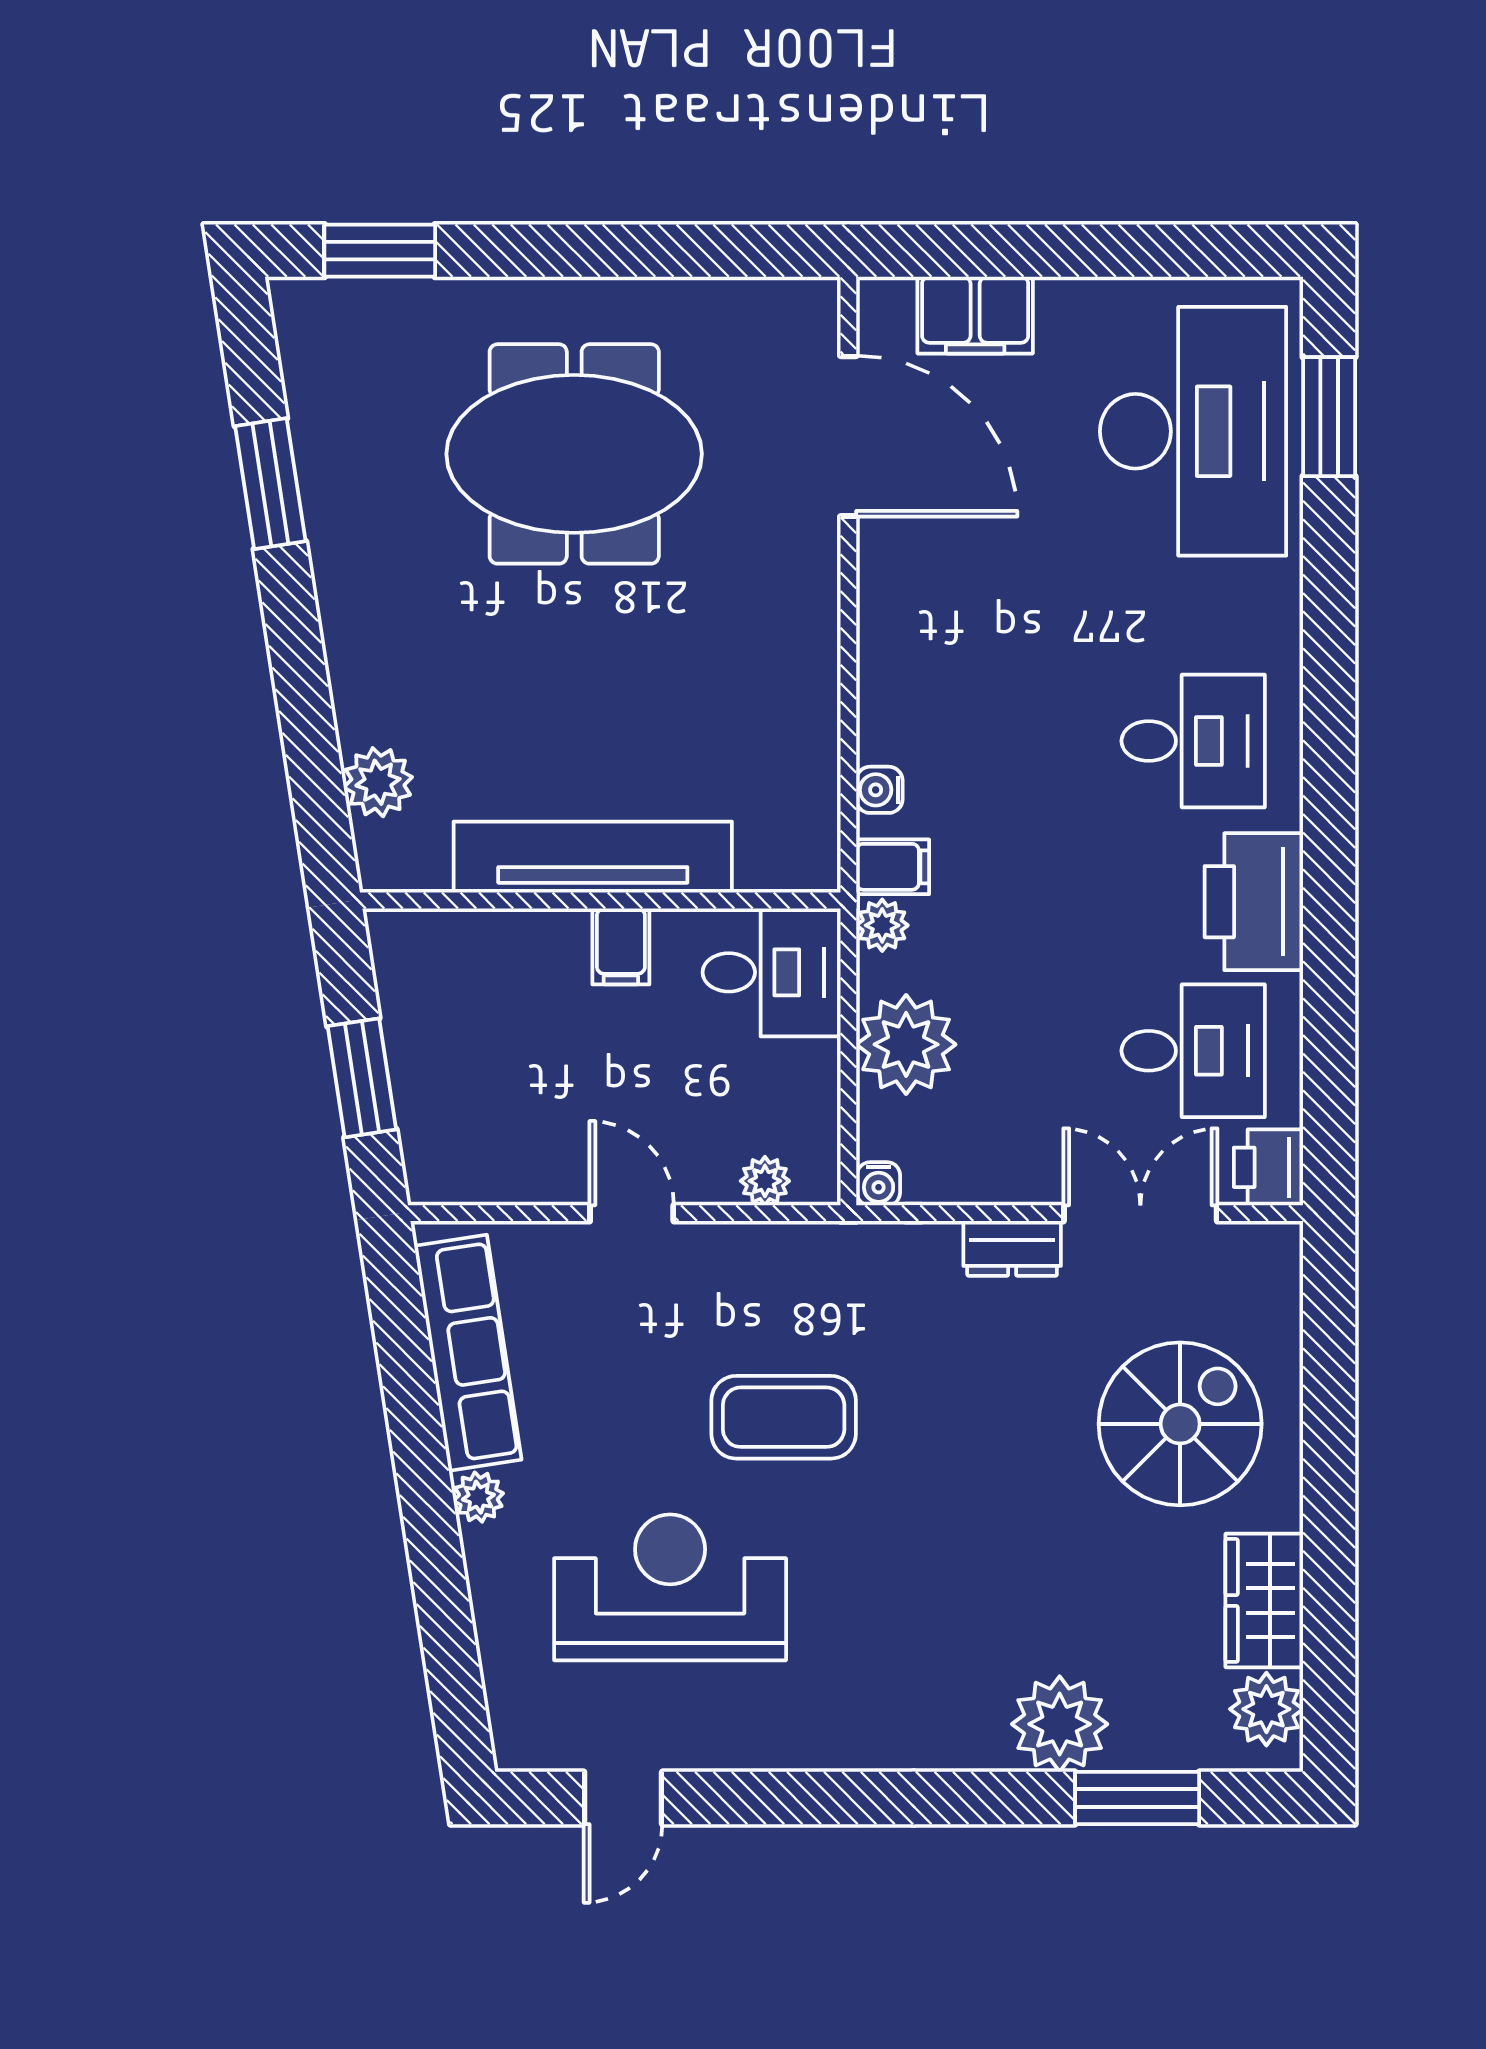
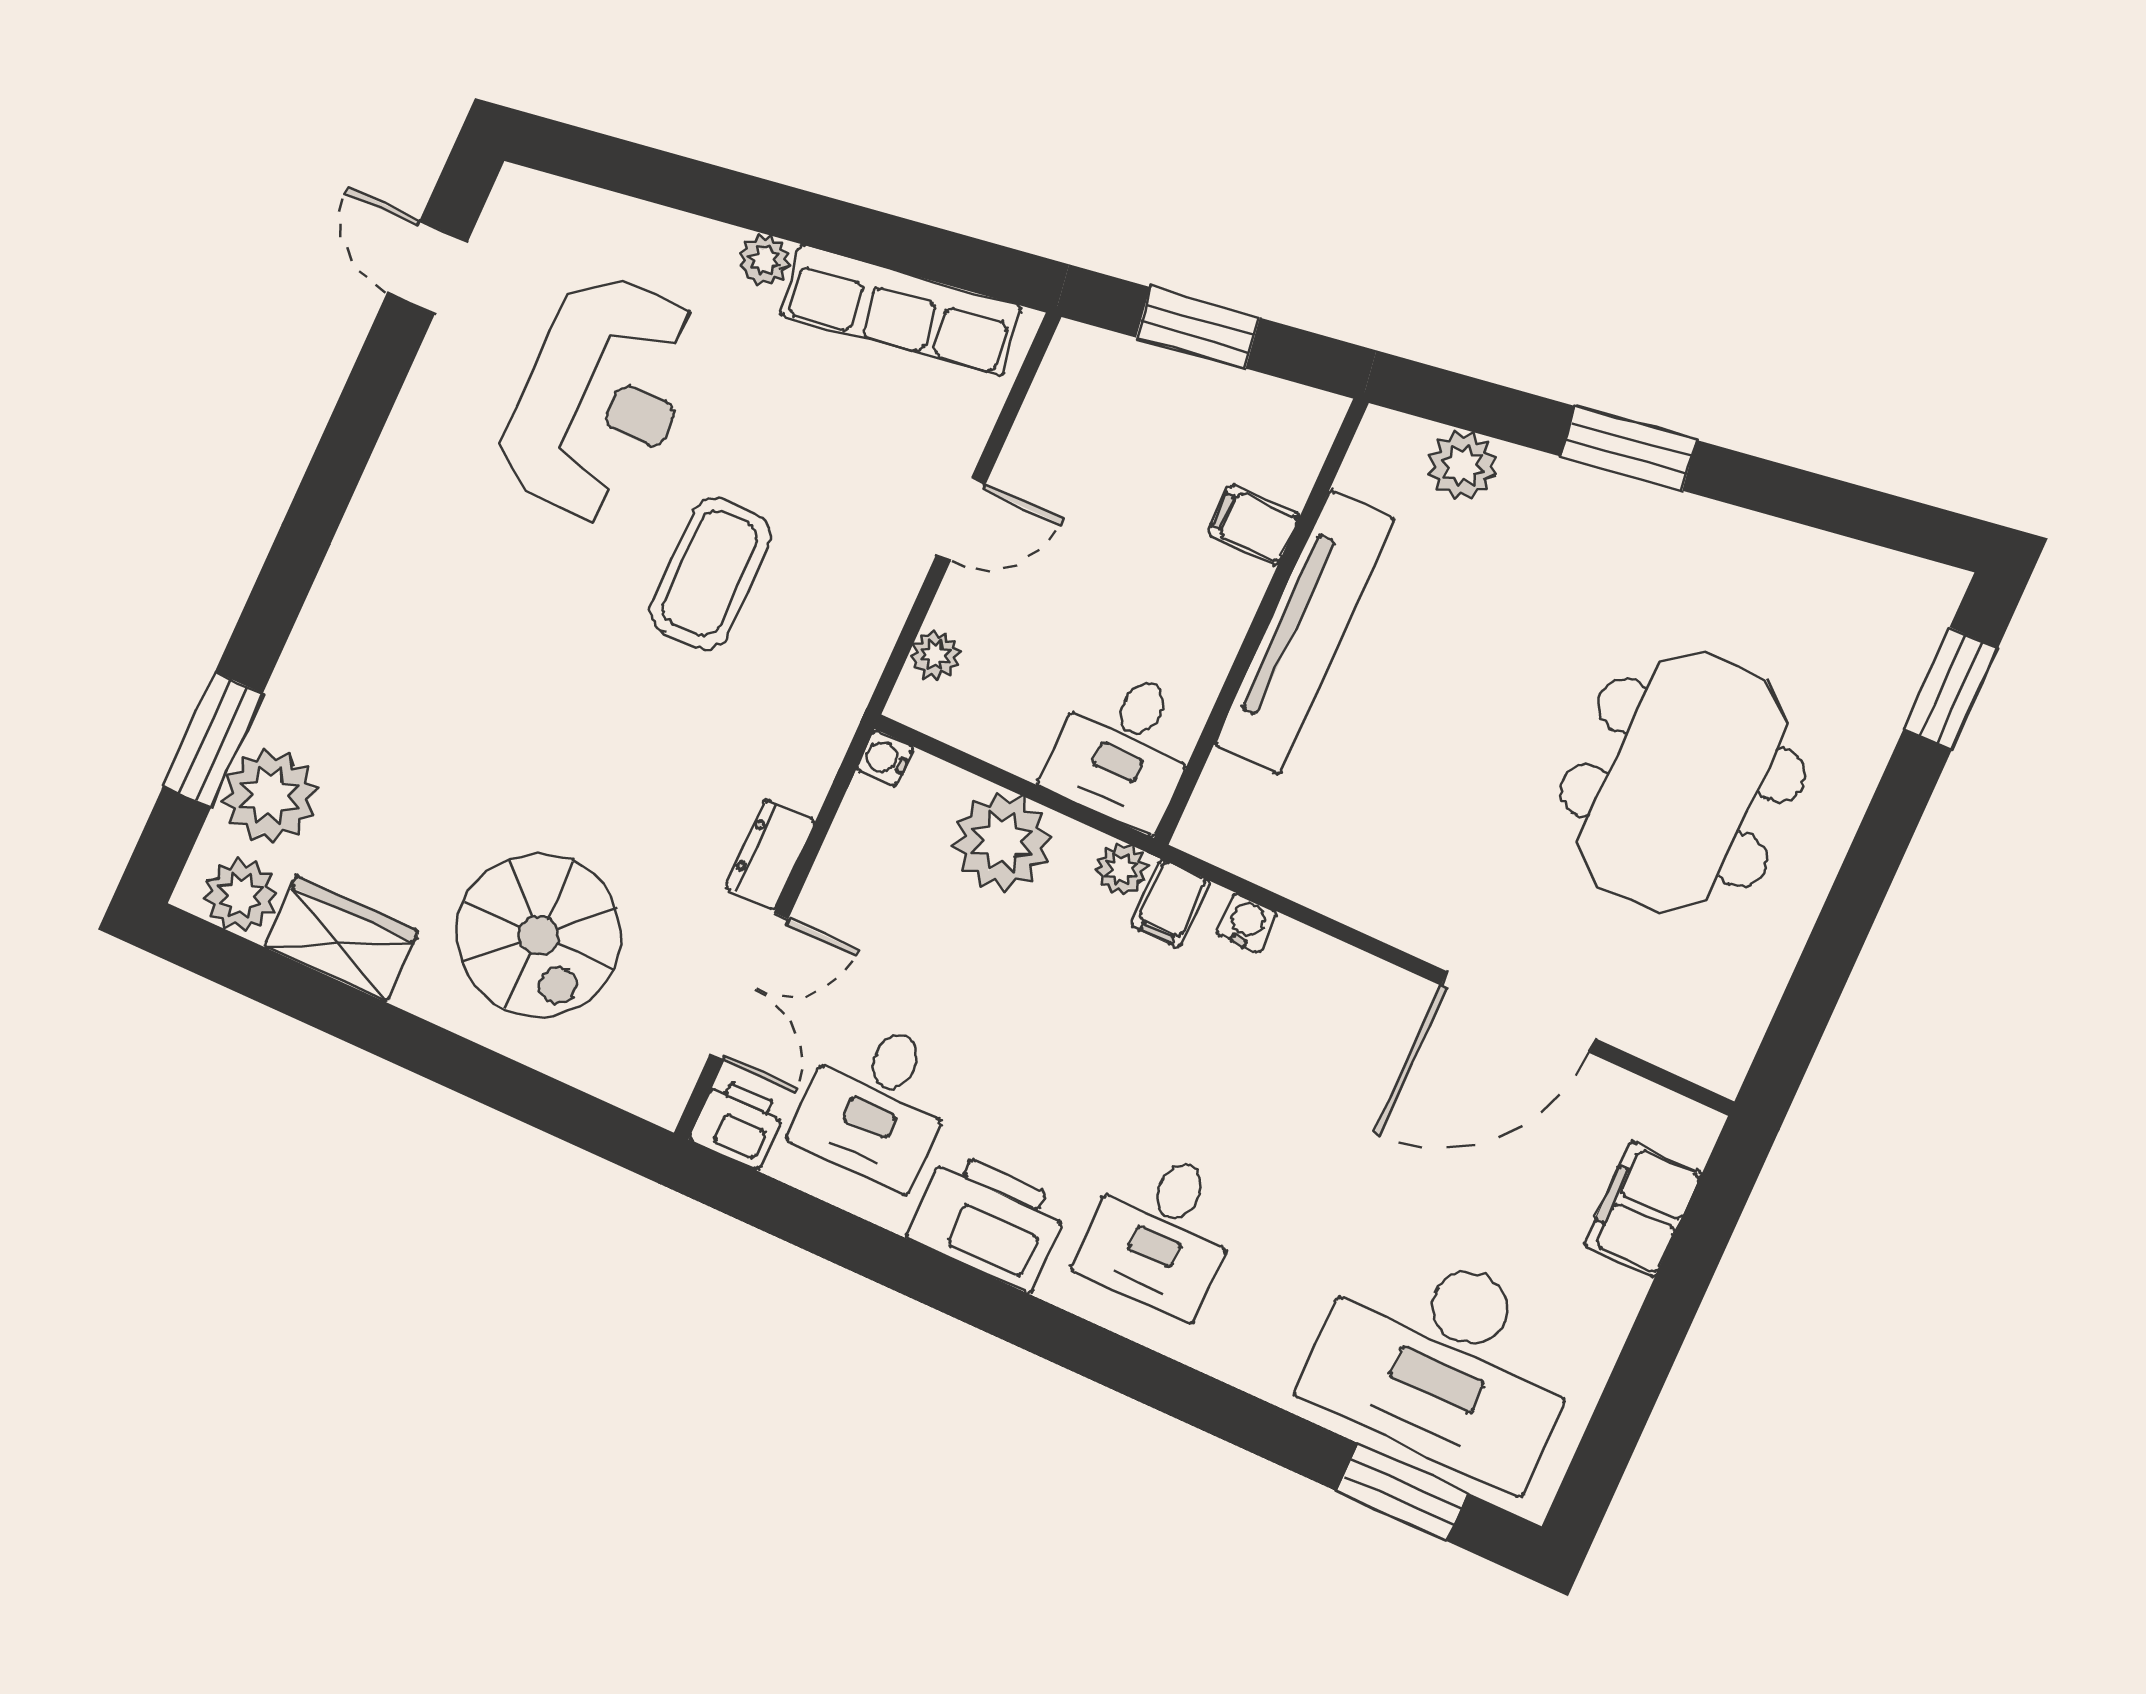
door: (848, 436) -> (1518, 1012), moved
window: (270, 484) -> (1629, 448), moved
filing cabinet: (621, 946) -> (1254, 525), moved
plant: (1060, 1724) -> (270, 796), moved

